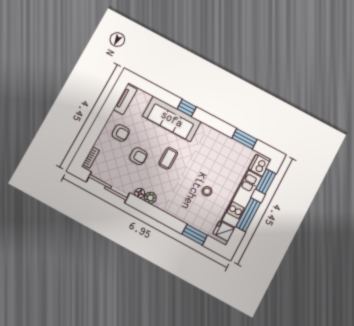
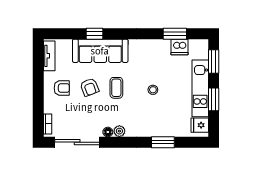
window: (187, 108) -> (95, 34), moved
armchair: (138, 156) -> (90, 87), moved, turned 69
dishwasher: (259, 165) -> (180, 47), moved, turned -90
stool: (207, 191) -> (153, 90), moved
window: (248, 215) -> (214, 99), width x0.69
window: (195, 235) -> (163, 142), moved

